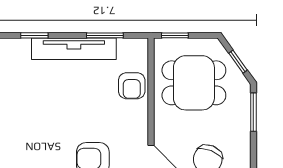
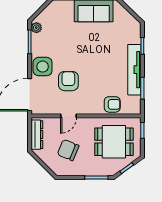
dining table: (194, 83) -> (114, 142), turned 90
armchair: (132, 86) -> (112, 104), turned 180

